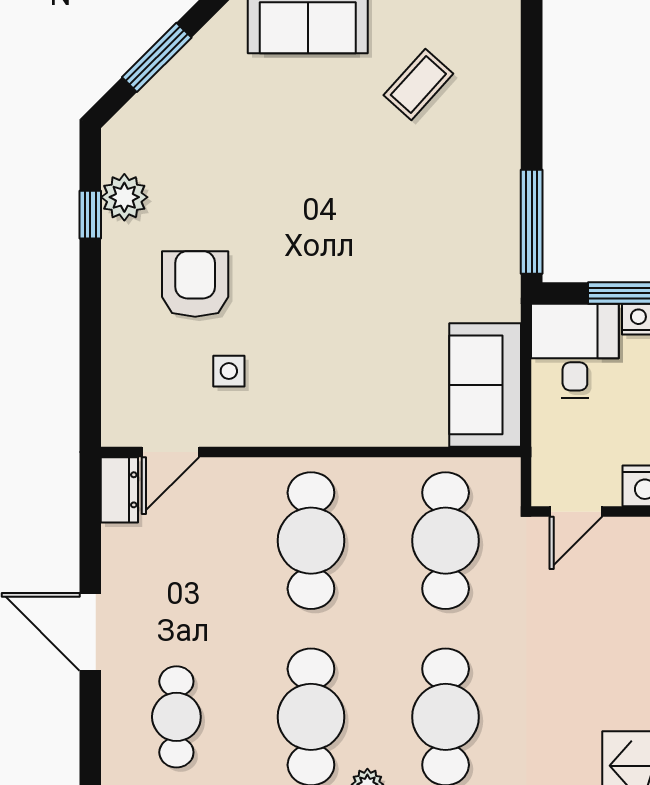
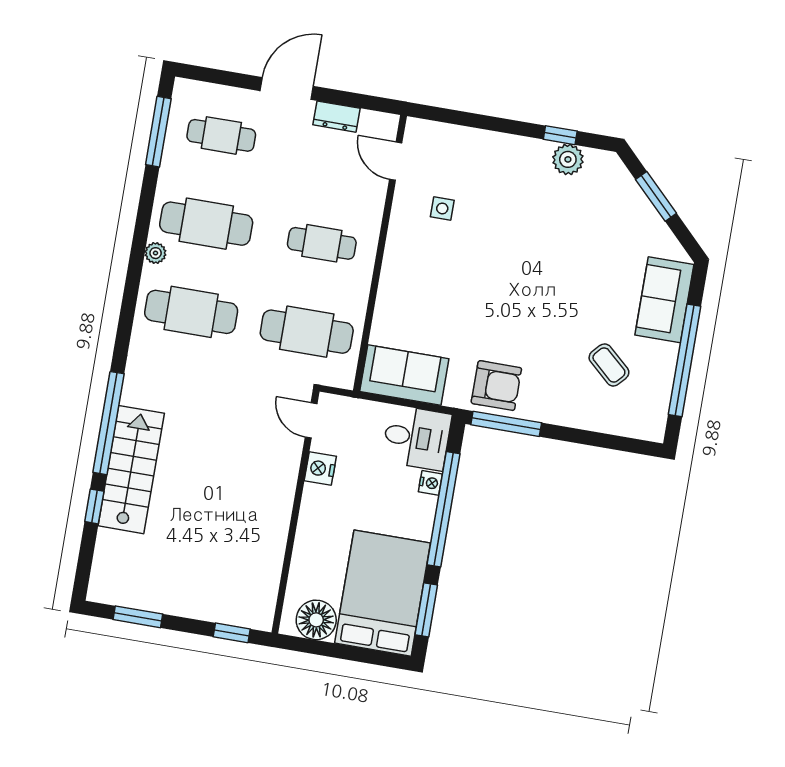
armchair: (195, 284) -> (496, 386), moved
dresser: (119, 490) -> (336, 117), moved
cafe table: (311, 541) -> (322, 243), width x0.73, depth x0.74

